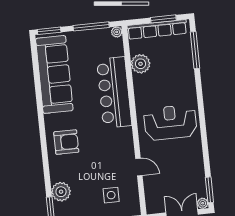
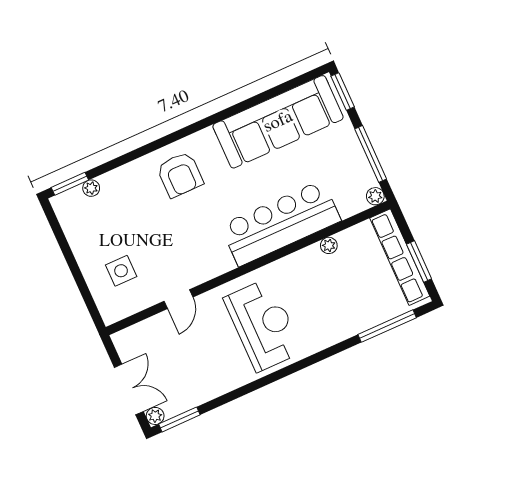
plant: (141, 64) -> (329, 245), width x0.53, depth x0.53
plant: (61, 192) -> (91, 188), width x0.53, depth x0.53

